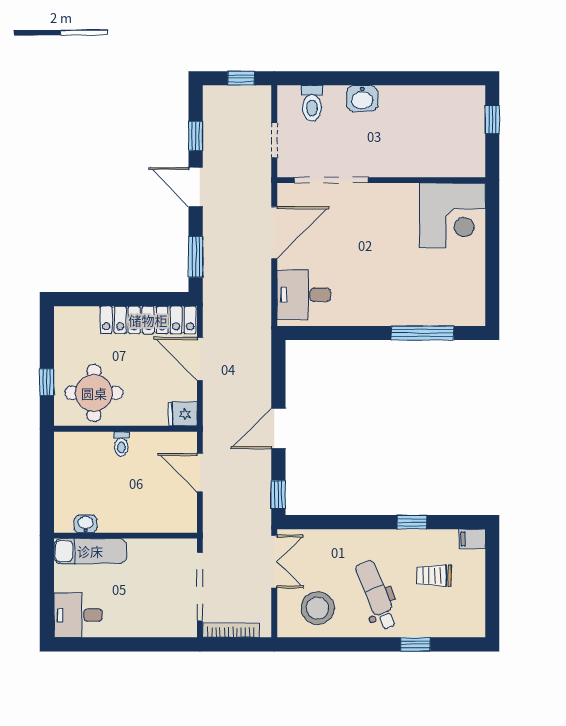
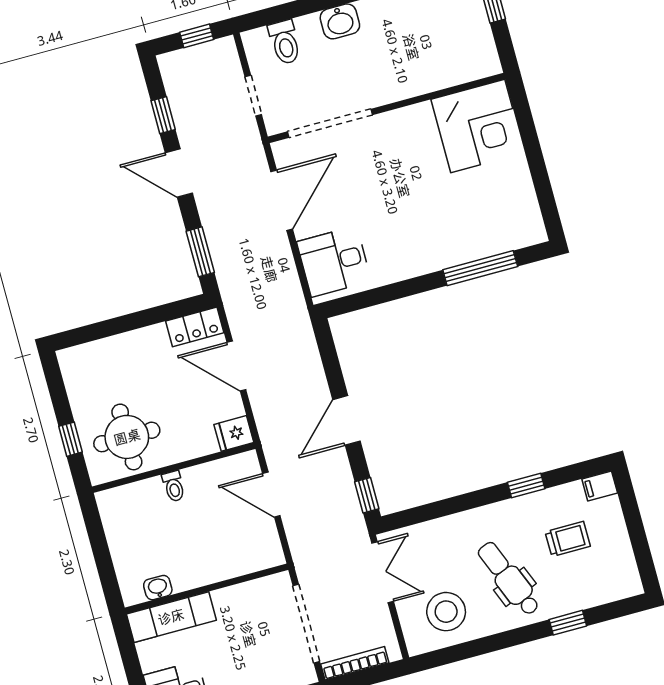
locker: (148, 320) -> (195, 327), width x0.46, depth x0.83
trolley: (434, 576) -> (568, 539), turned 180

